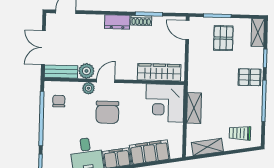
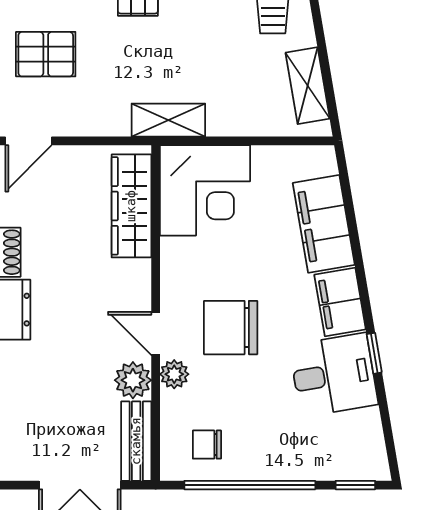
shelving: (194, 108) -> (168, 120), moved
chair: (107, 112) -> (231, 328), turned 180

